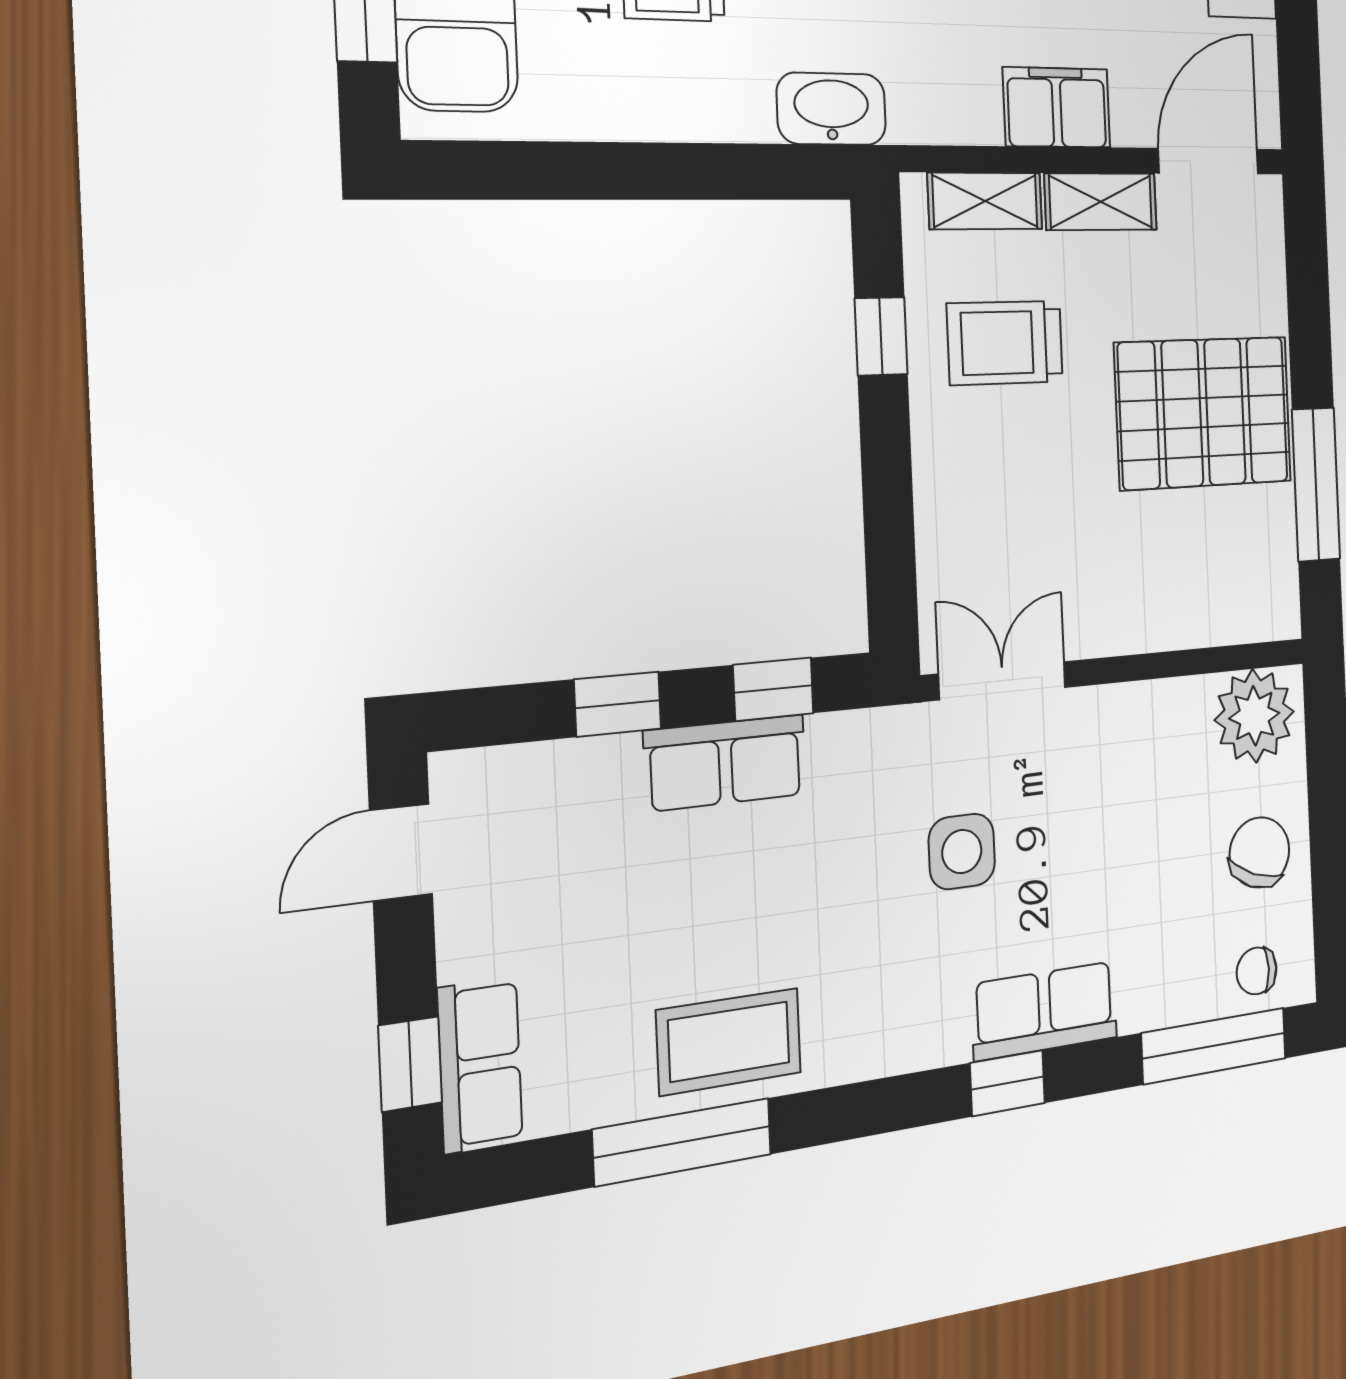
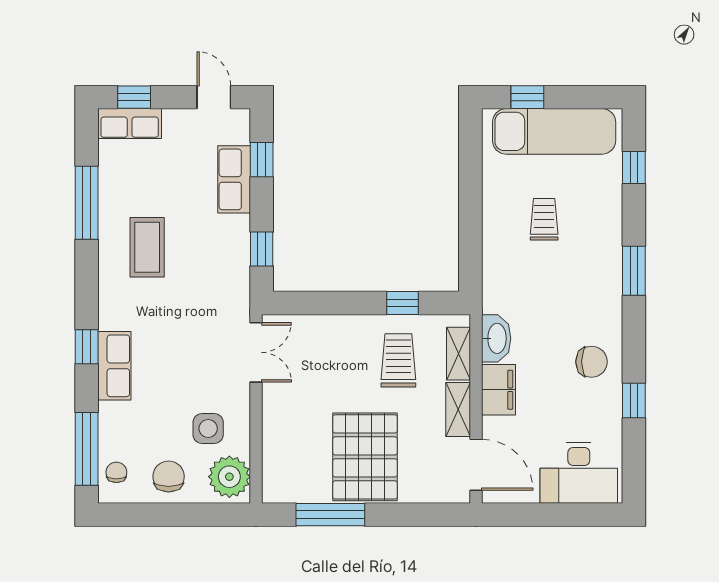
washbasin: (832, 109) -> (496, 338), moved
window: (618, 704) -> (262, 160), moved
row of seats: (725, 763) -> (234, 179), moved
side table: (962, 852) -> (208, 429), moved
chair: (1260, 852) -> (169, 476), turned -111
coffee table: (729, 1042) -> (147, 247), moved

